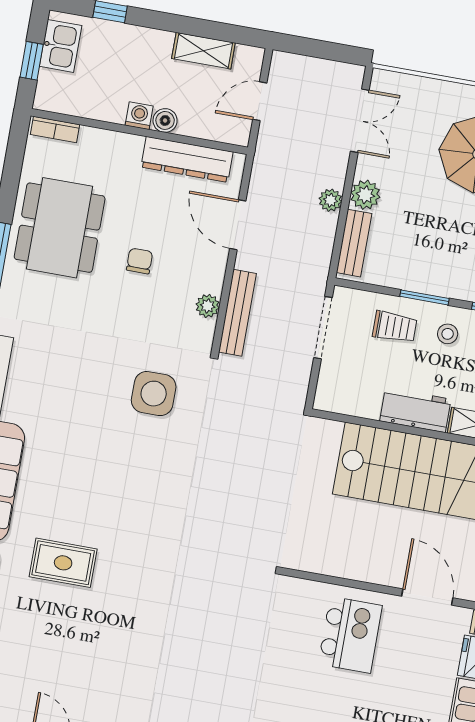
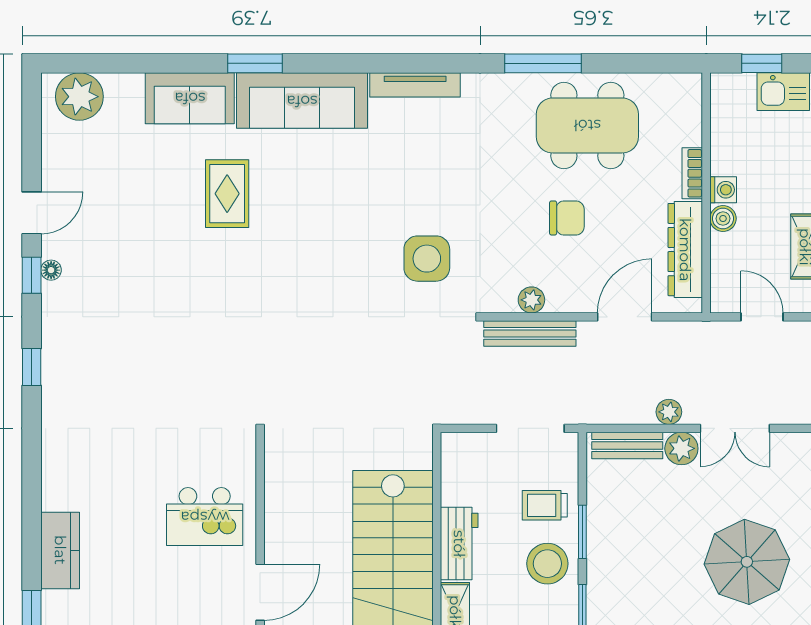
double door: (360, 121) -> (735, 428), moved
bookcase: (55, 129) -> (692, 173), moved
chair: (140, 261) -> (567, 218), width x1.37, depth x1.37
trolley: (395, 327) -> (545, 505), turned 90
stool: (448, 334) -> (547, 564), width x1.89, depth x1.89

